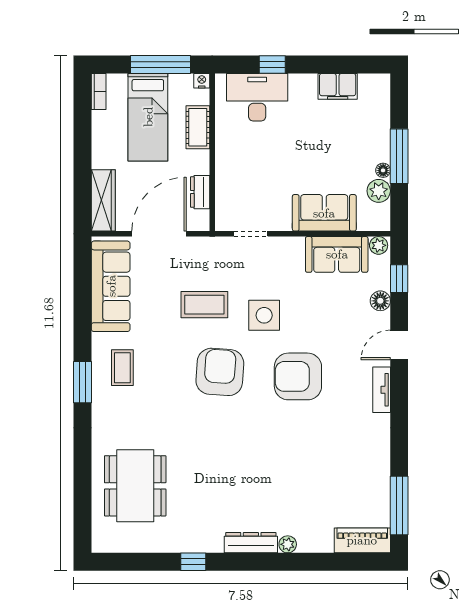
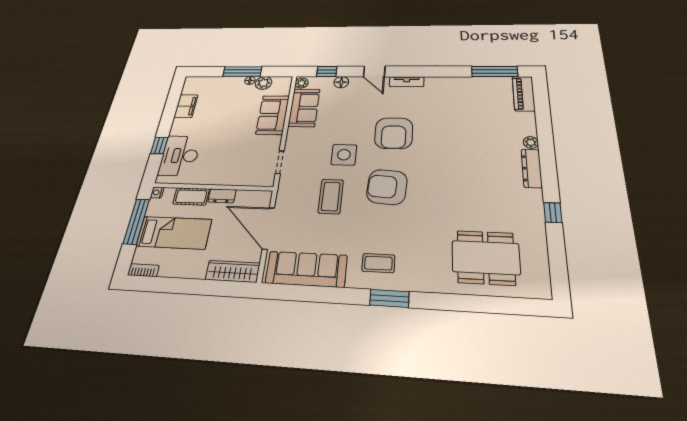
dresser: (200, 192) -> (222, 196), moved

